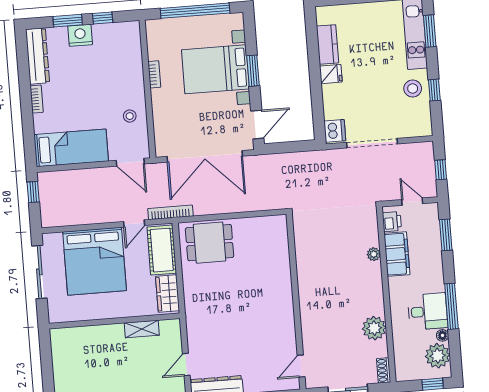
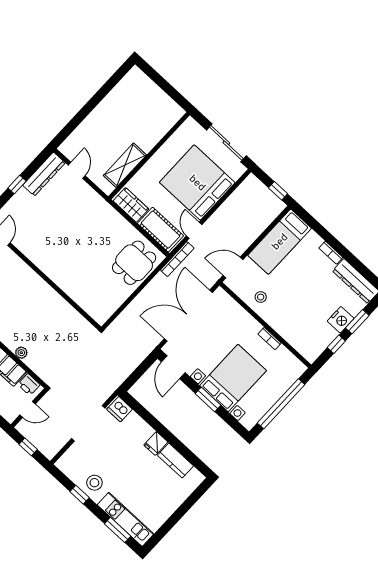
shelving: (142, 329) -> (125, 165), width x1.50, depth x1.33

